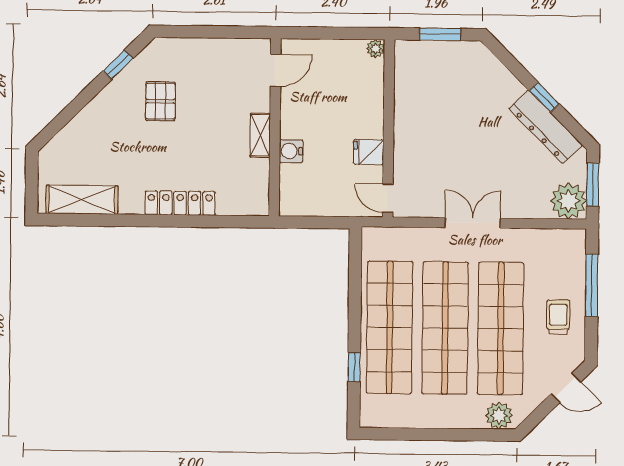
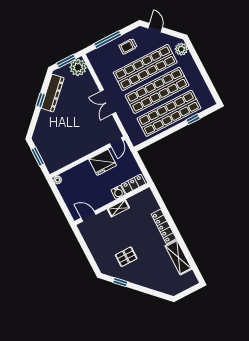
fridge: (369, 152) -> (103, 162), width x1.88, depth x1.34
locker: (291, 189) -> (133, 184), added
shelving: (82, 200) -> (178, 257), moved

